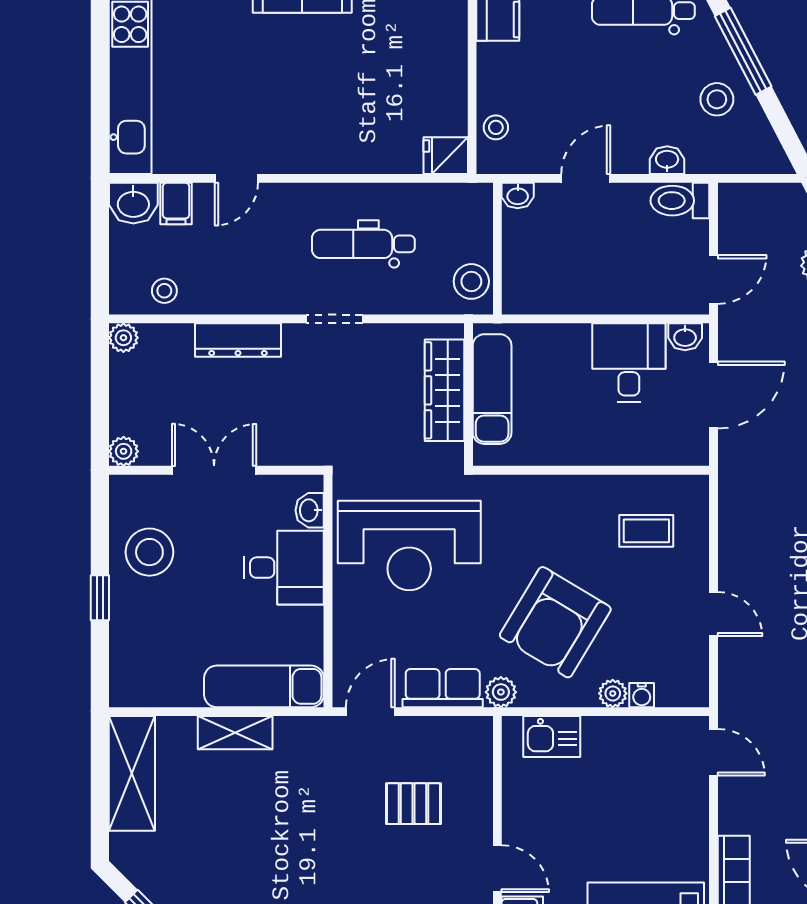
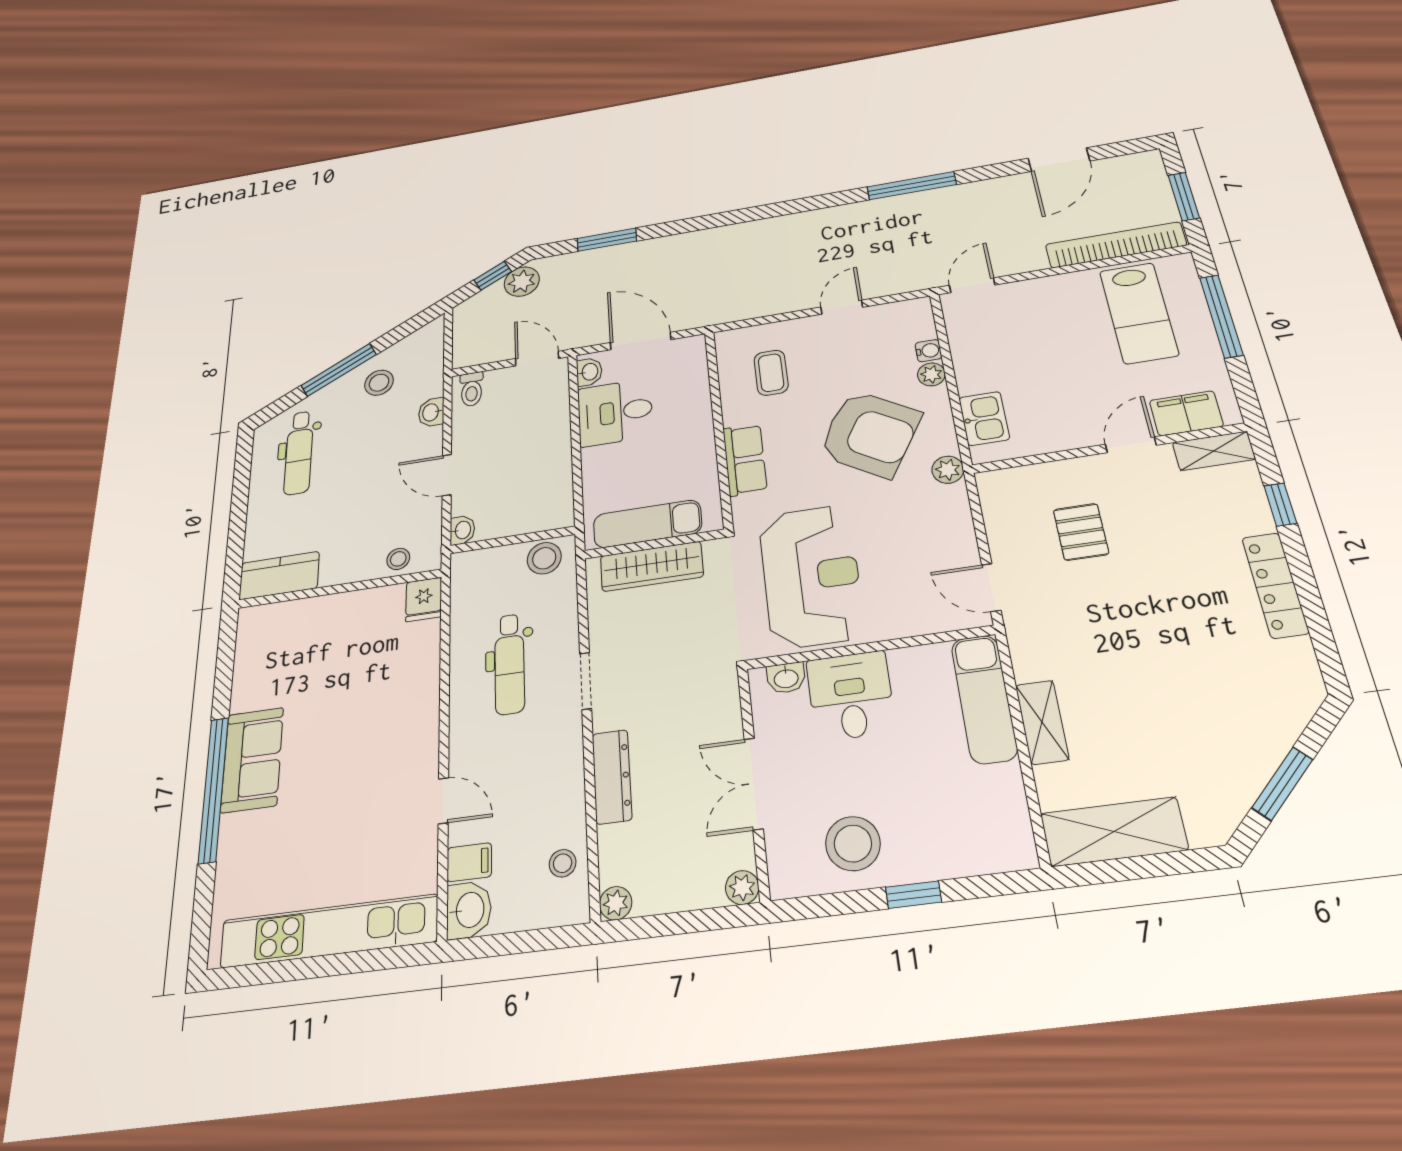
toilet: (680, 201) -> (472, 389), width x0.73, depth x0.72
row of seats: (443, 688) -> (745, 460), moved, turned 180

